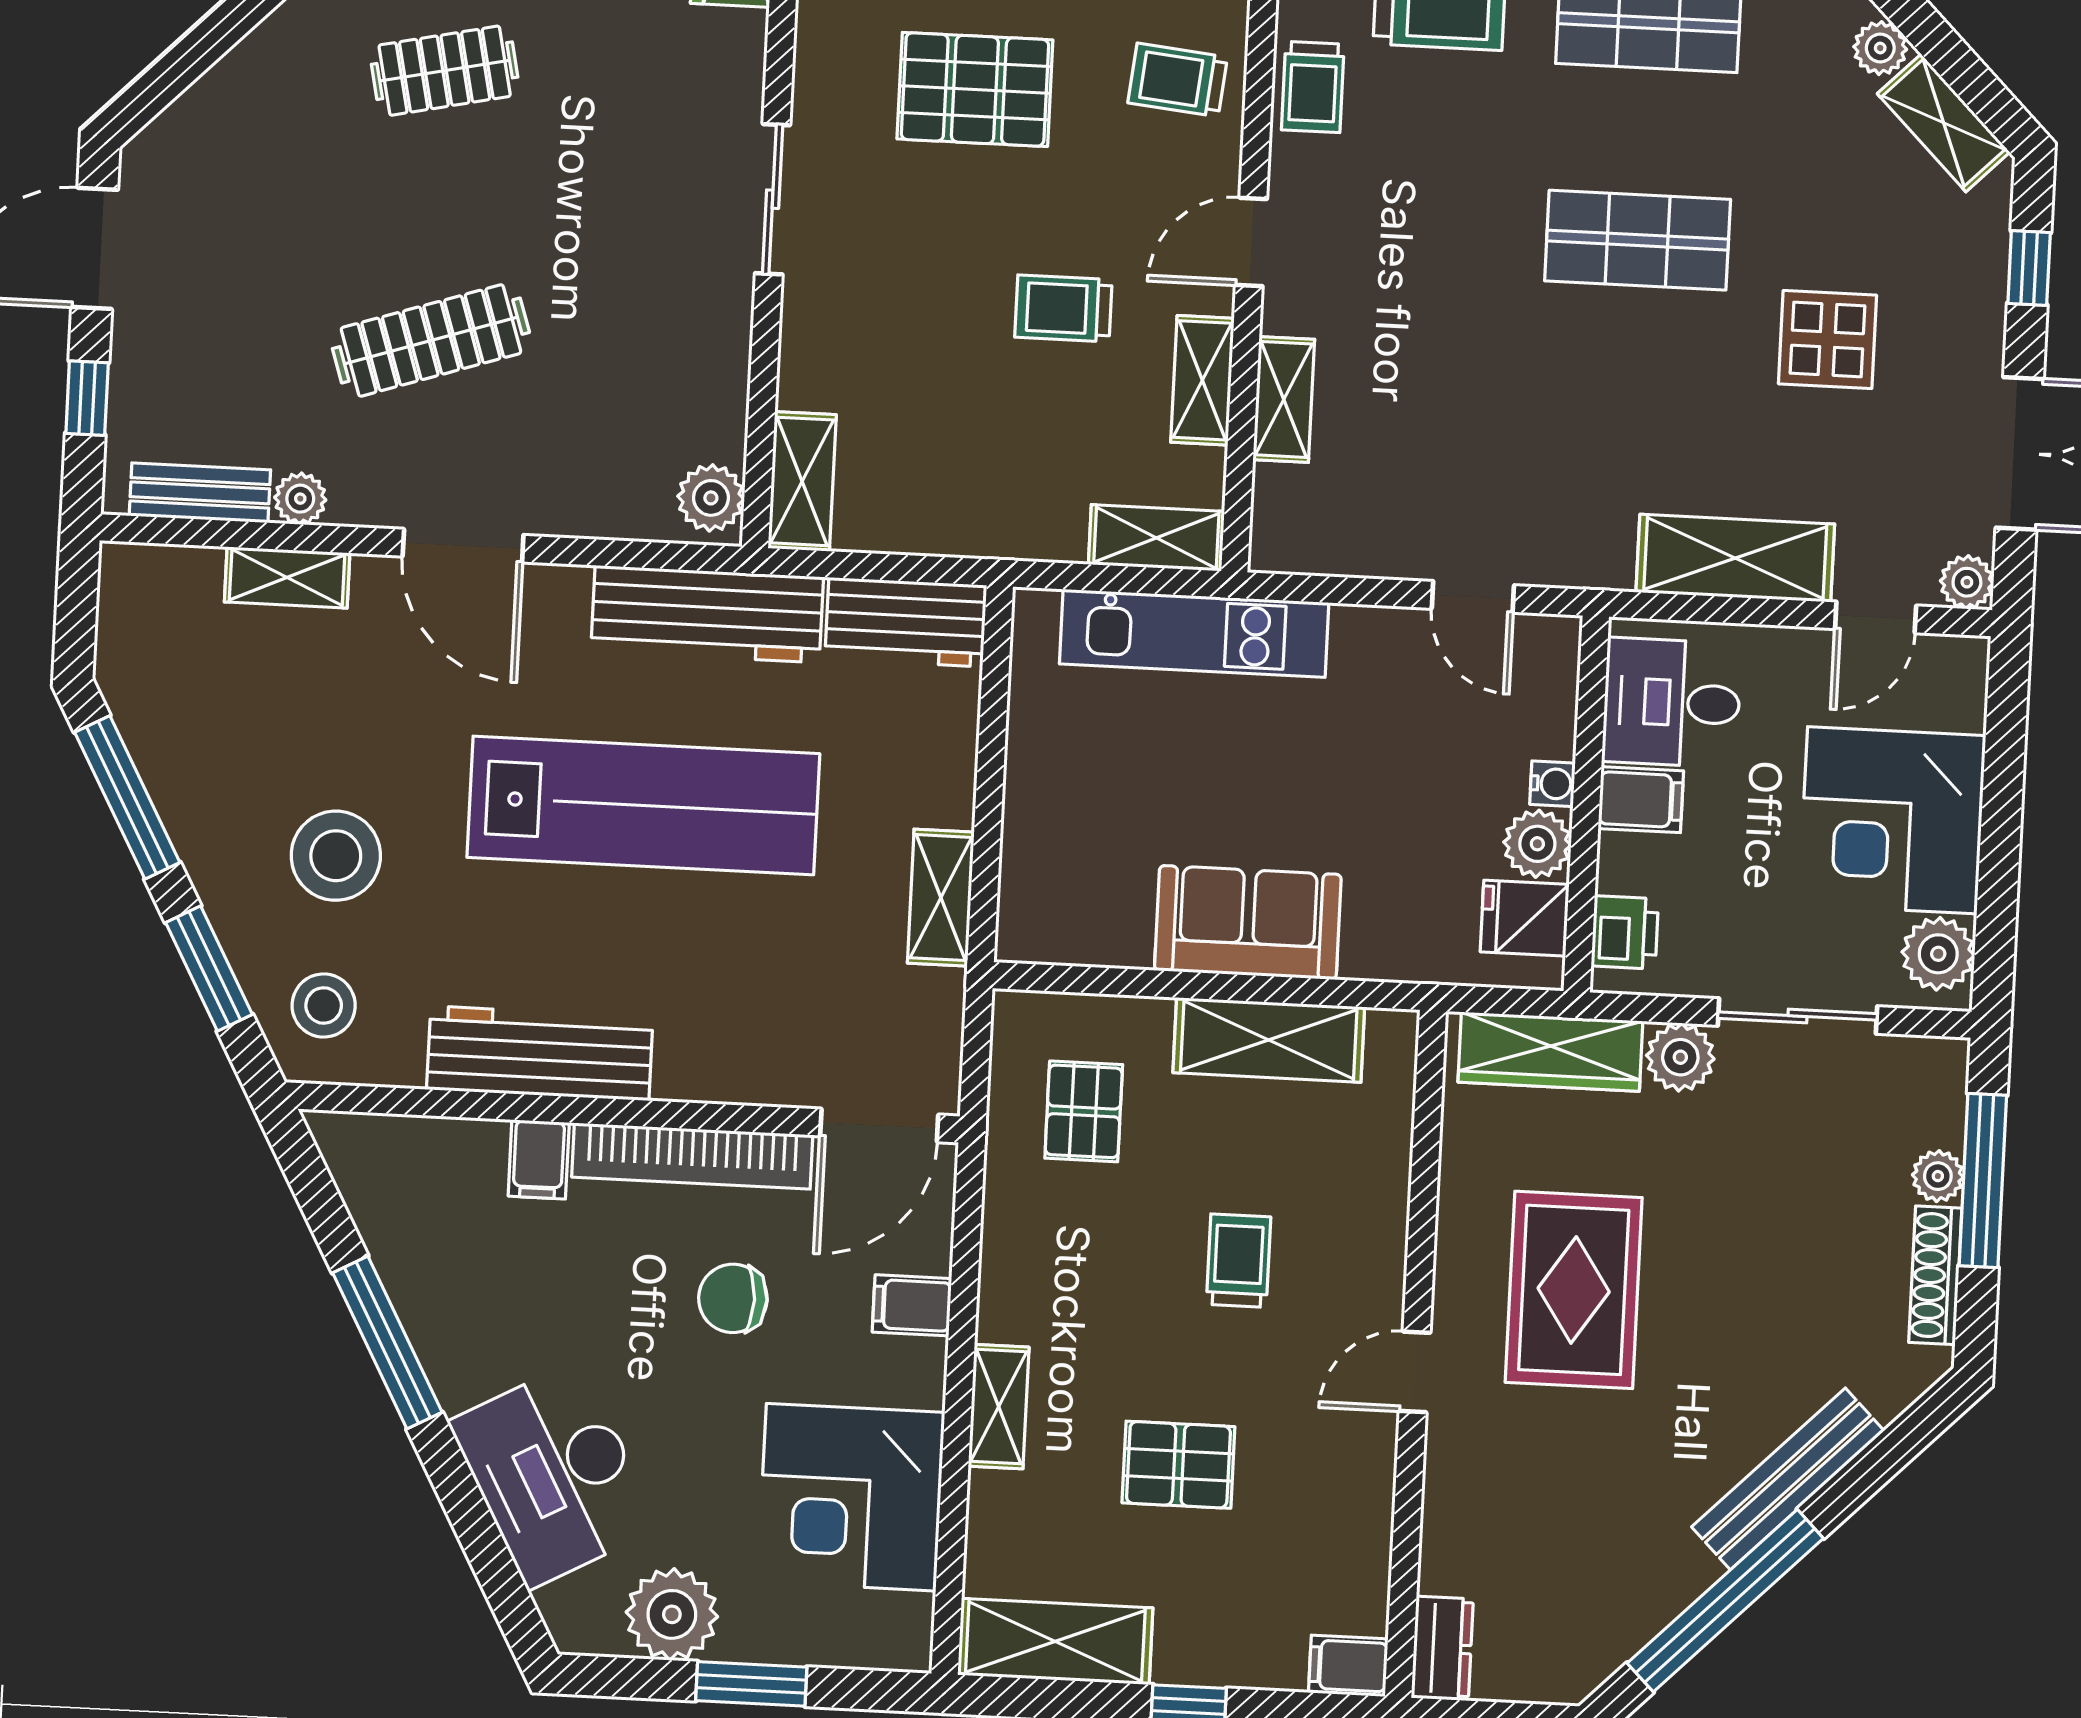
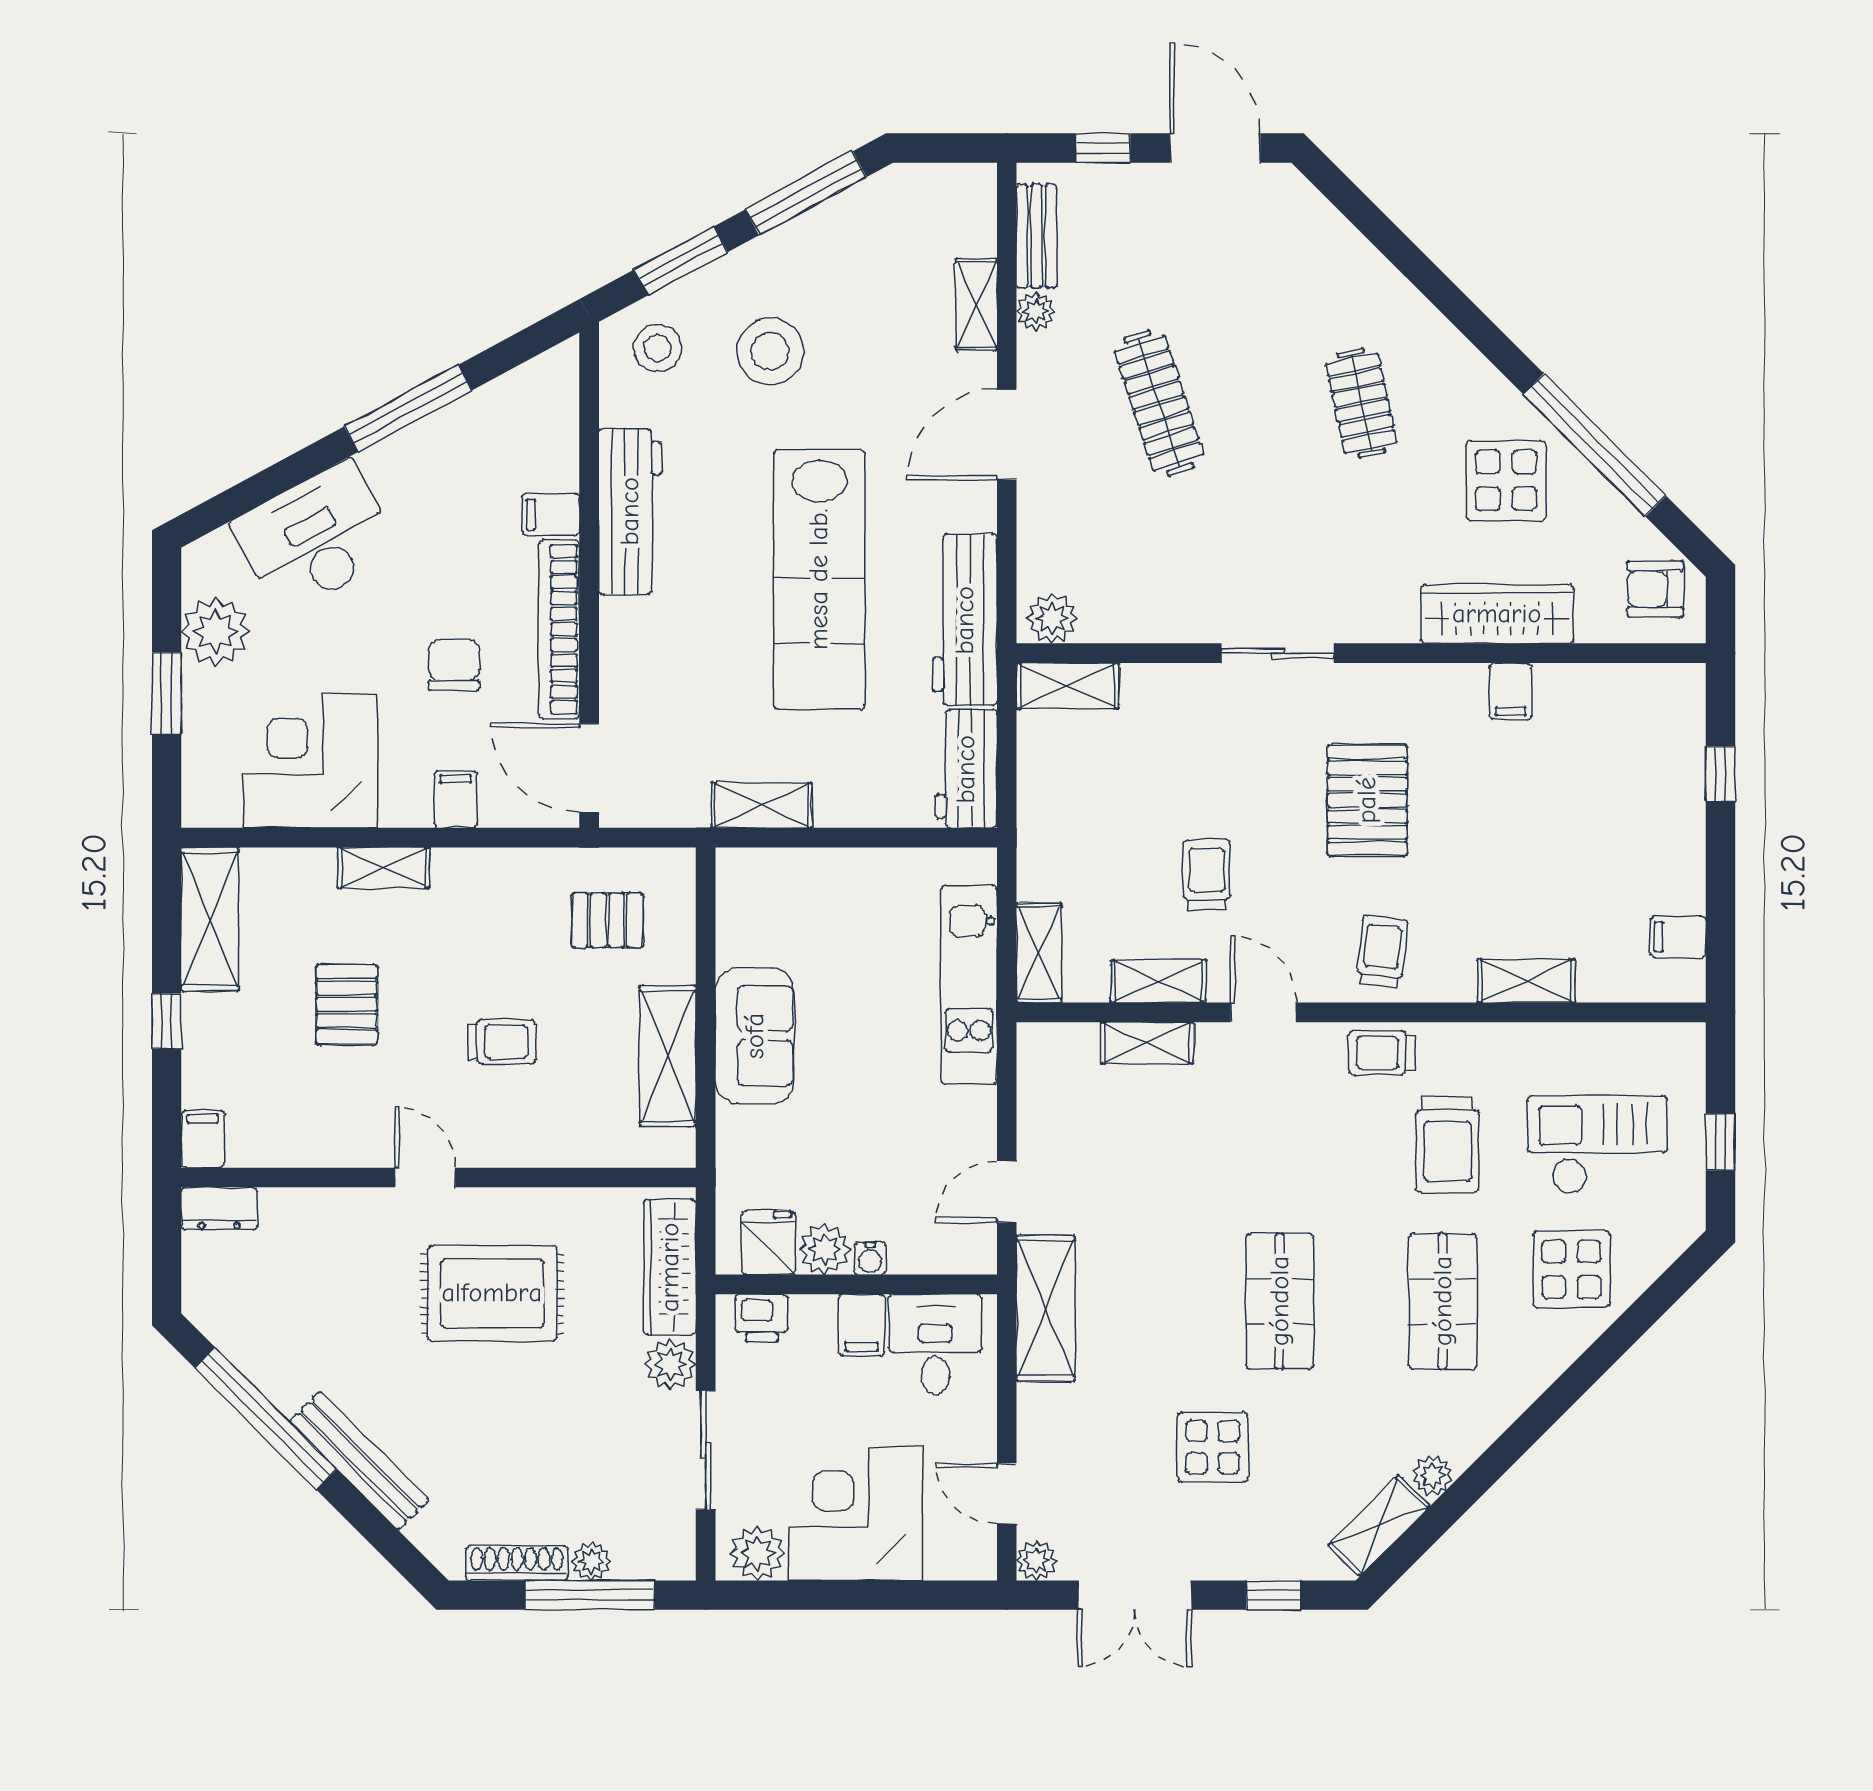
shelving: (1735, 558) -> (1046, 1308), moved

